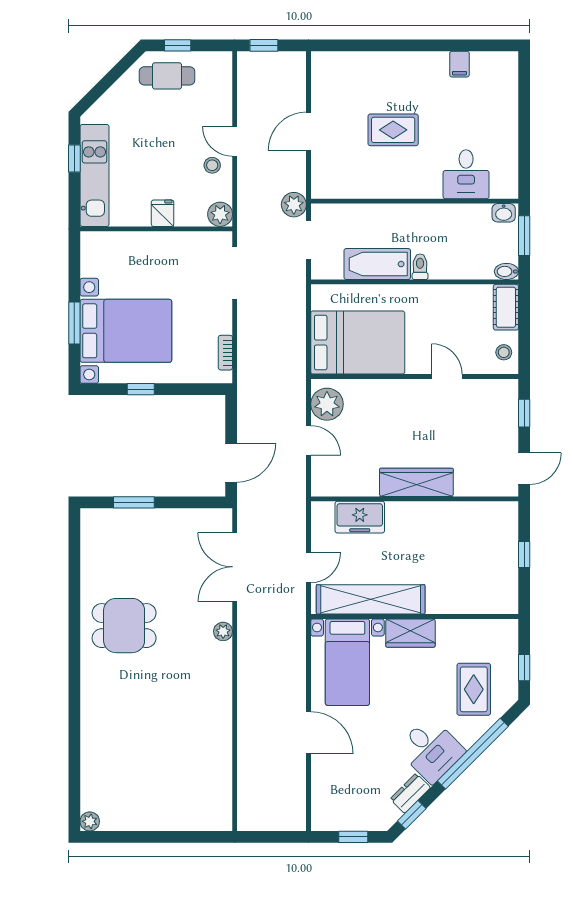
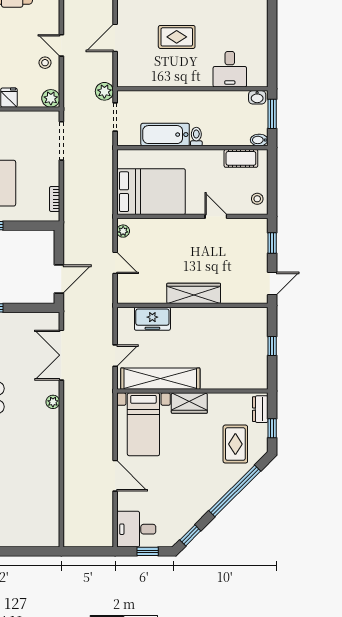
cot: (506, 307) -> (241, 158), moved, turned 90
plant: (327, 404) -> (123, 231), width x0.53, depth x0.53
desk: (431, 750) -> (136, 529), moved, turned 135
dresser: (410, 793) -> (260, 409), moved, turned -45

